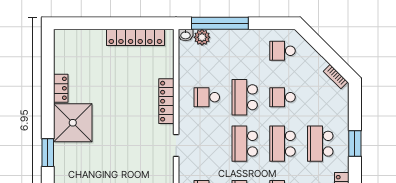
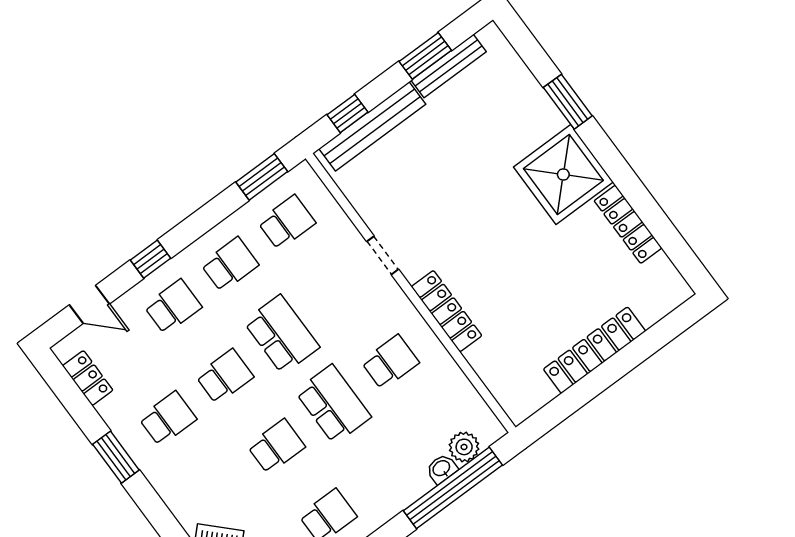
washbasin: (186, 35) -> (442, 469), moved
locker: (135, 37) -> (595, 350), moved
locker: (61, 88) -> (628, 224), width x1.53
school desk: (282, 144) -> (225, 376), width x0.54
school desk: (320, 144) -> (168, 419), width x0.54

